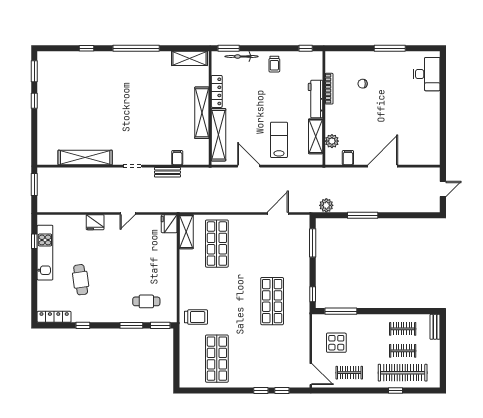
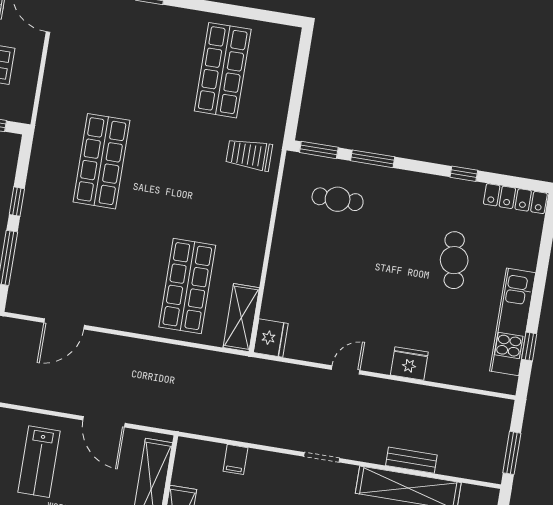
bench: (167, 172) -> (411, 460), moved
window: (313, 294) -> (17, 202), moved

